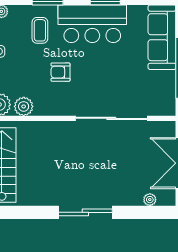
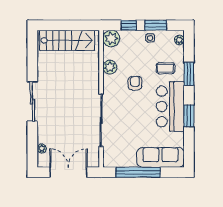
plant: (24, 106) -> (110, 67), moved

